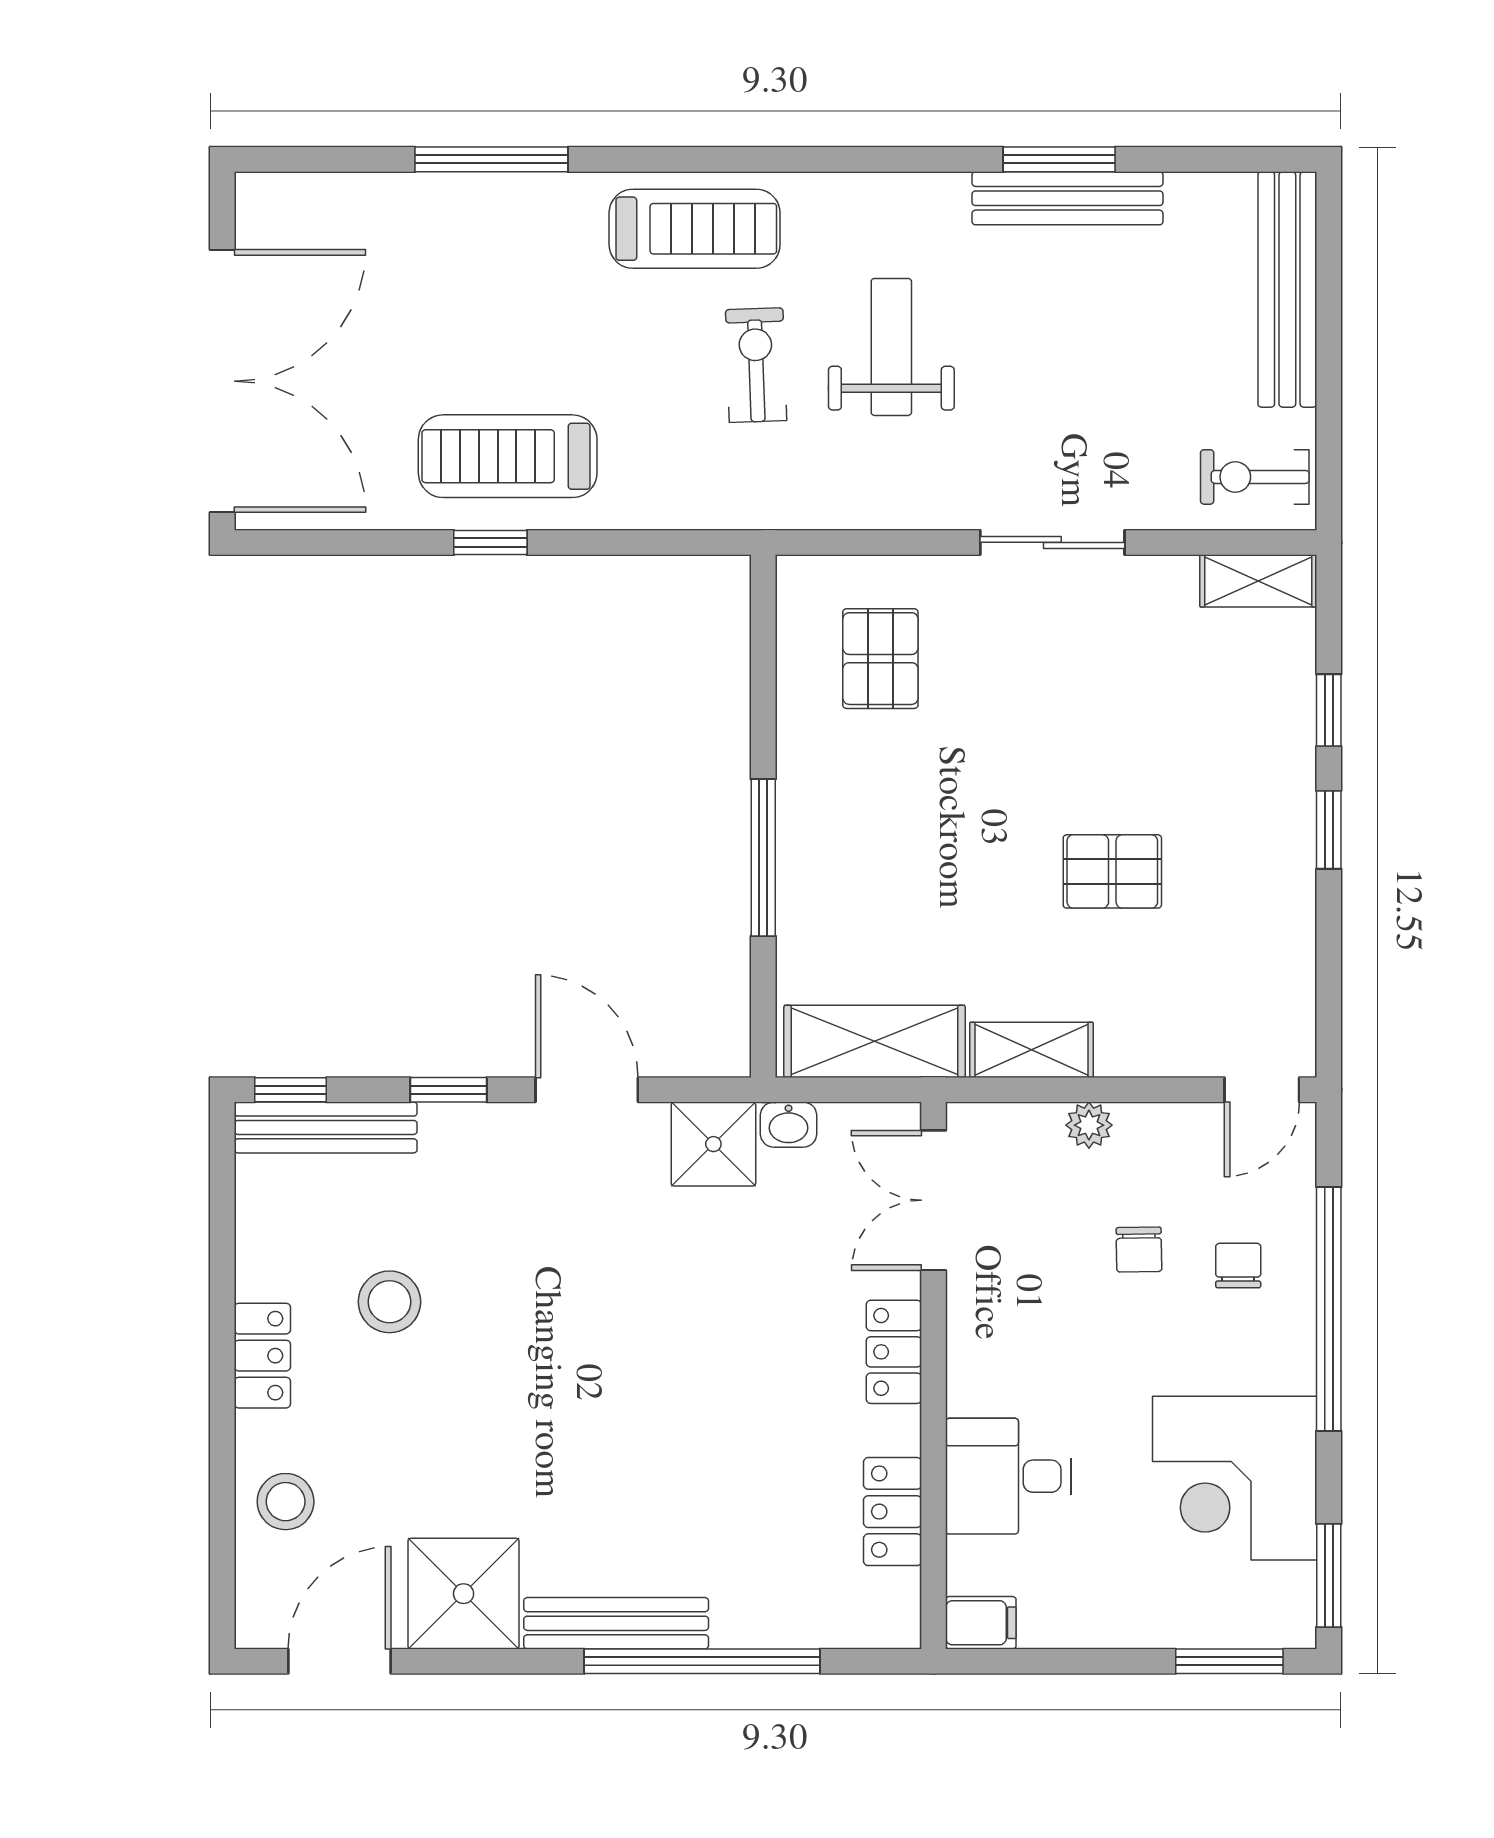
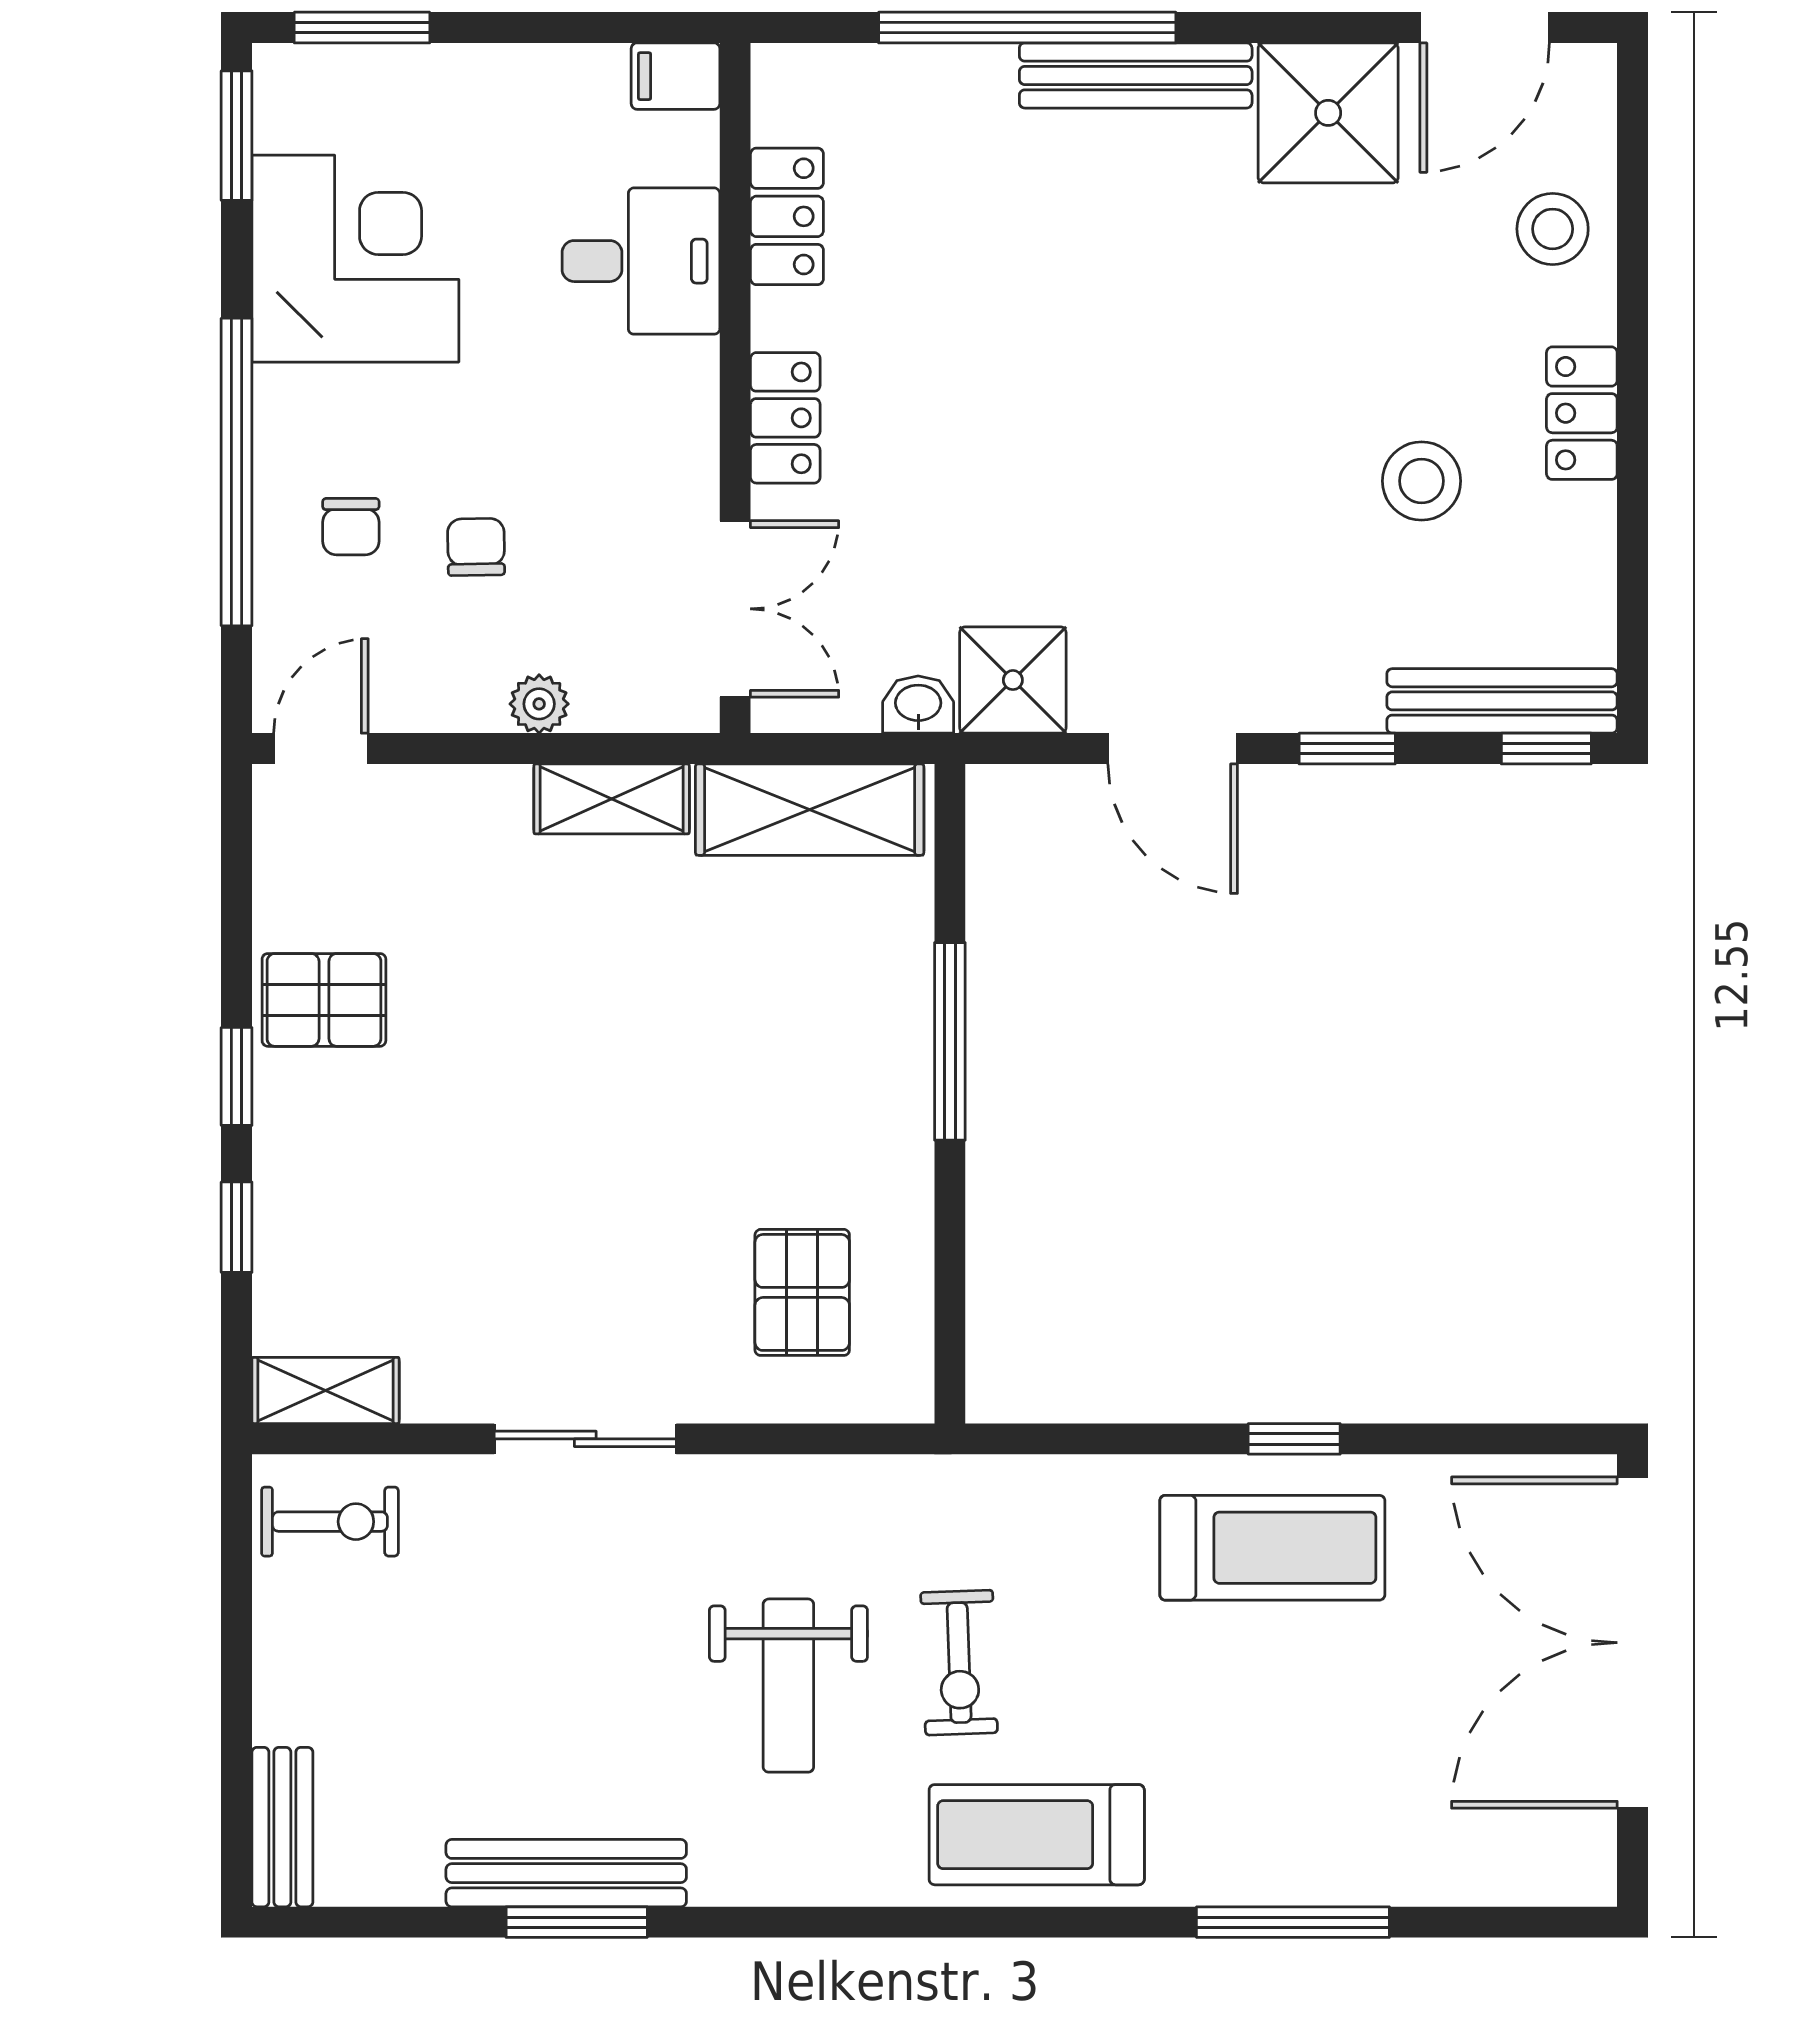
bench: (1287, 289) -> (282, 1827), width x0.54, depth x0.82
pallet: (1112, 871) -> (324, 1000), moved

